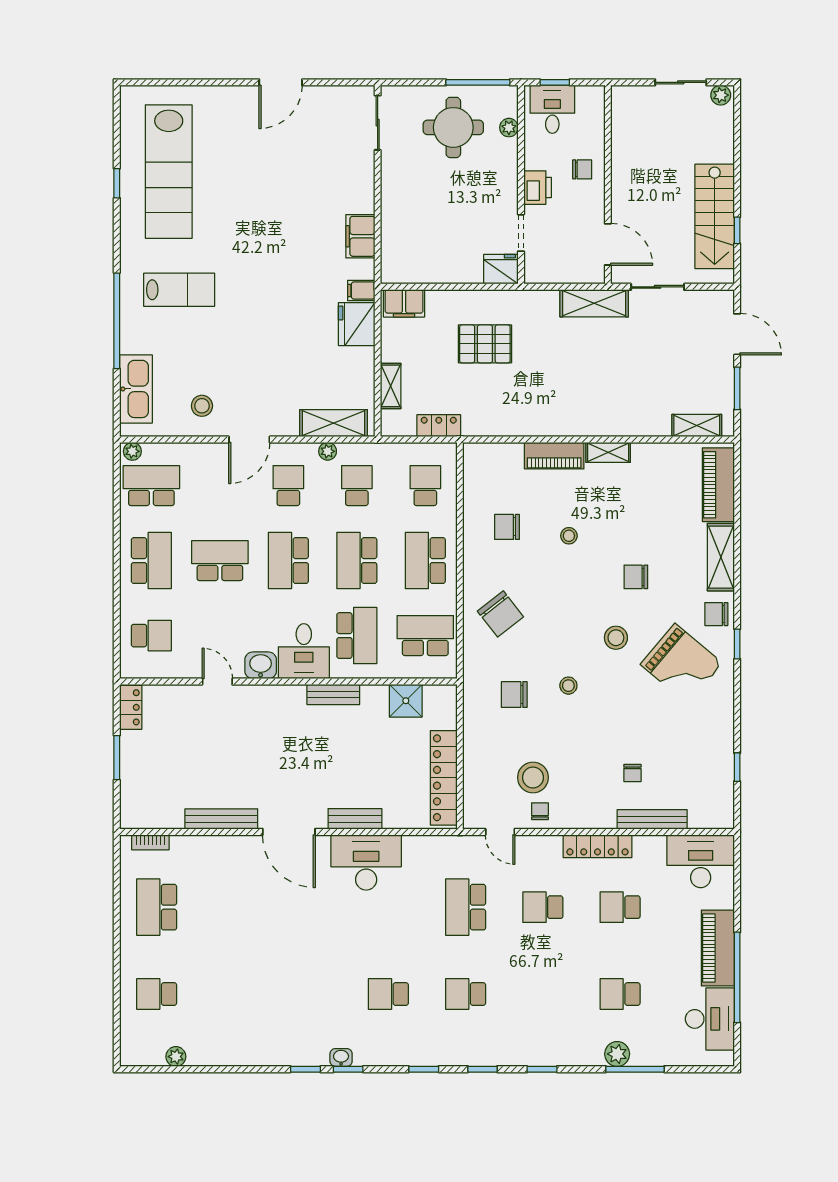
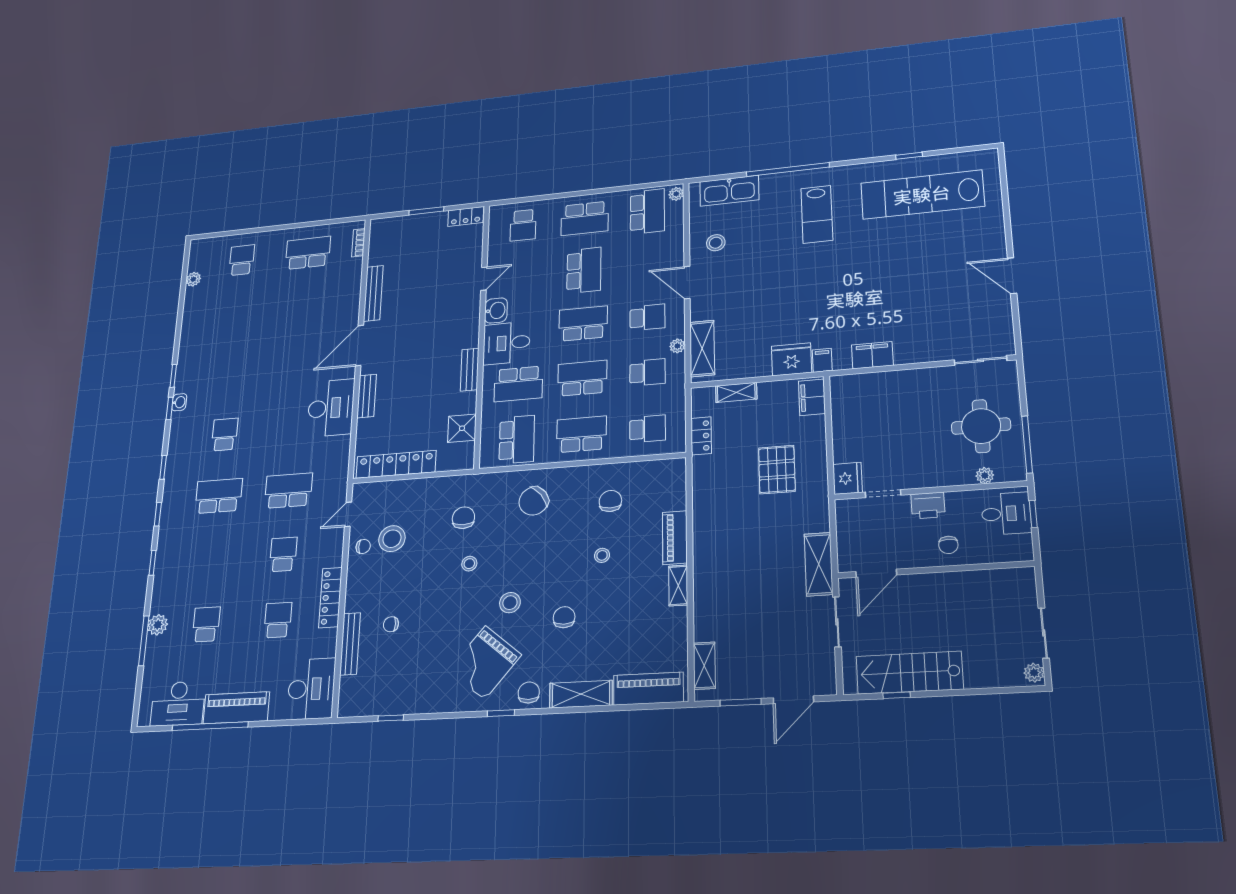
school desk: (466, 994) -> (219, 496), width x1.85

